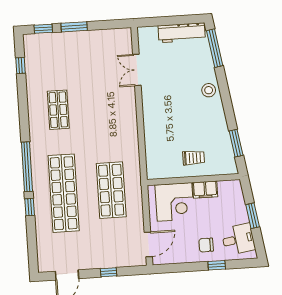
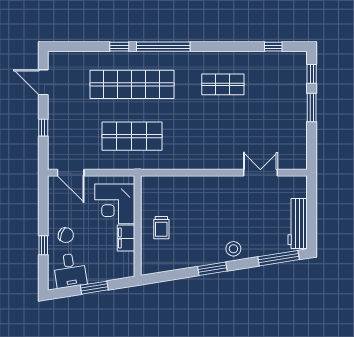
window: (236, 143) -> (212, 269), moved
chair: (206, 245) -> (66, 235), turned 111

